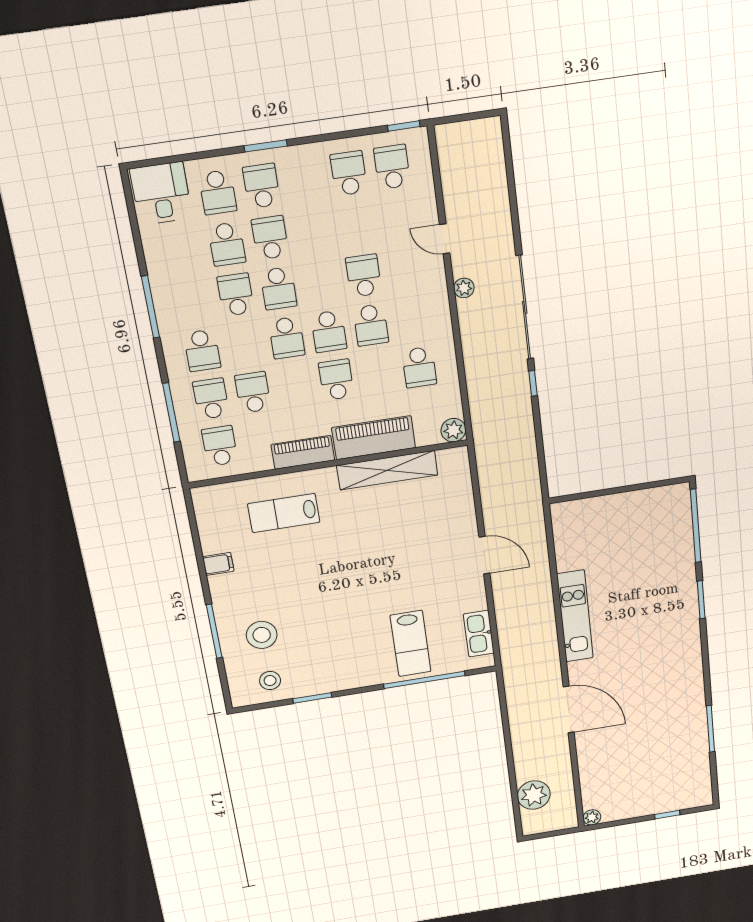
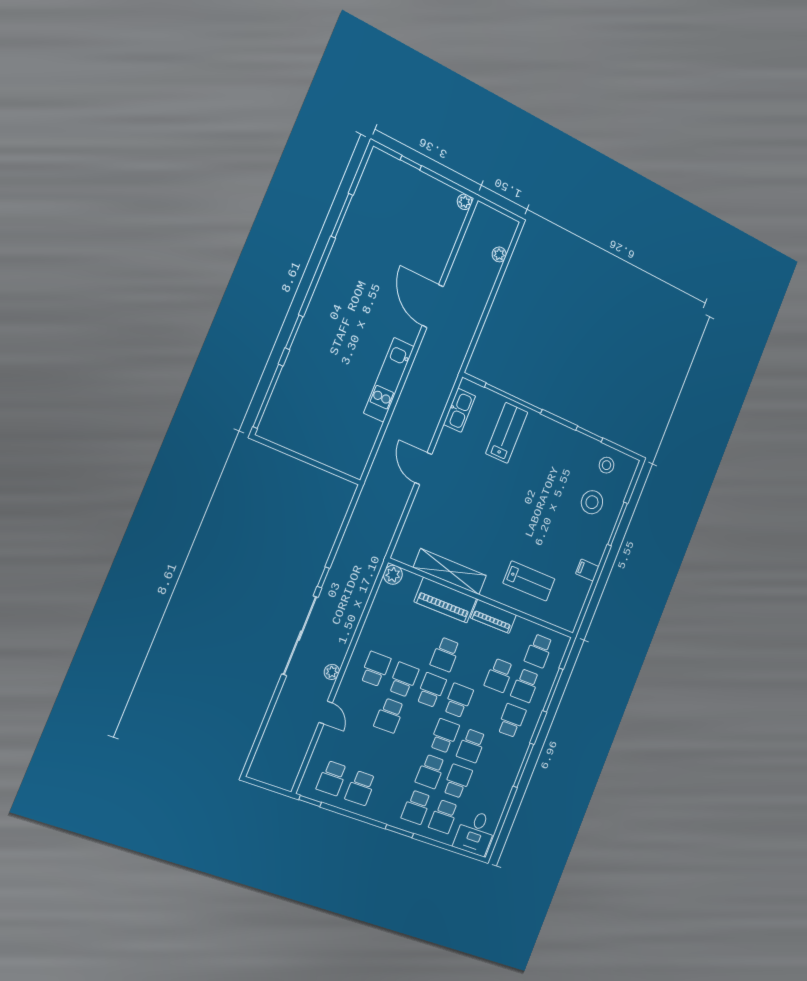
school desk: (218, 192) -> (444, 817), turned 180
school desk: (419, 367) -> (375, 669), moved
plant: (534, 795) -> (499, 254), width x0.53, depth x0.53

